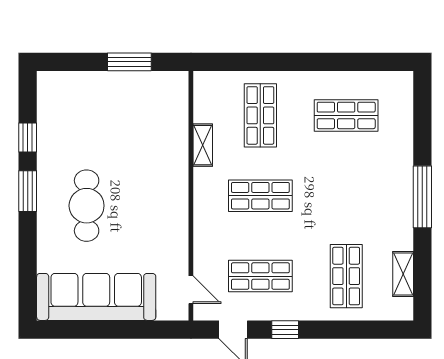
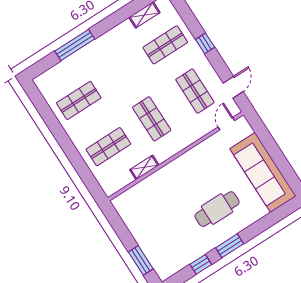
window: (129, 62) -> (141, 260), moved
shop shelf: (346, 115) -> (79, 100), turned 90
window: (422, 197) -> (75, 45), moved
window: (285, 330) -> (205, 43), moved

